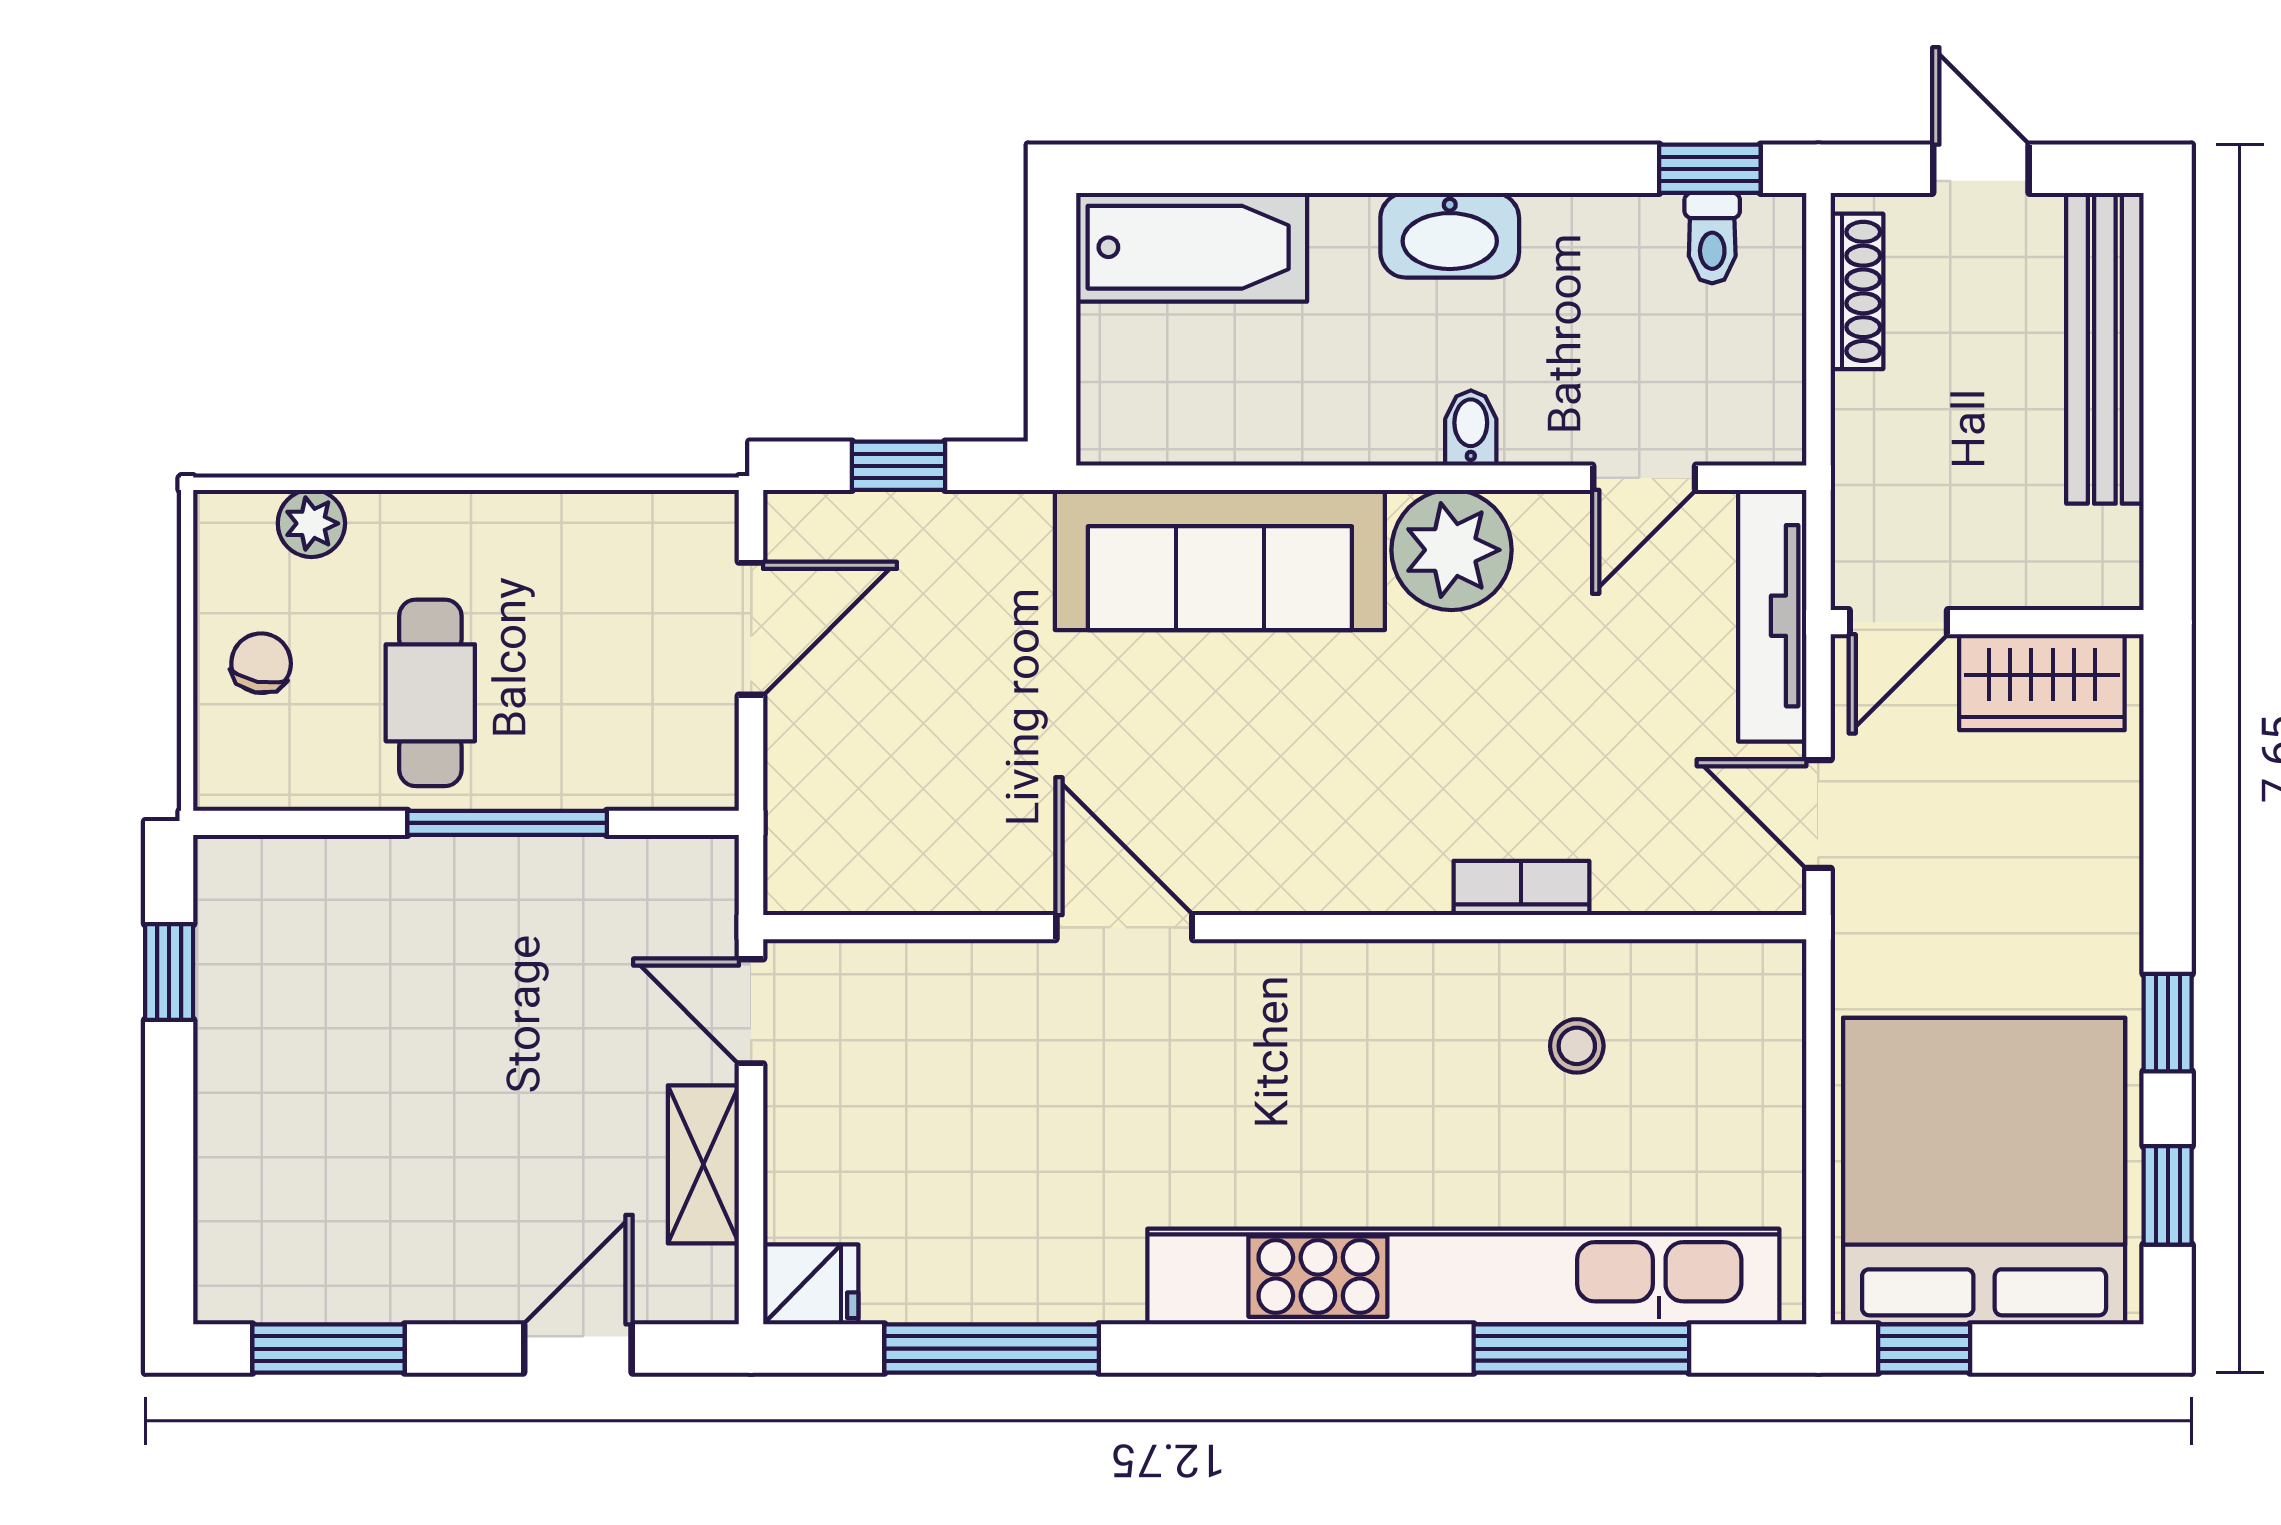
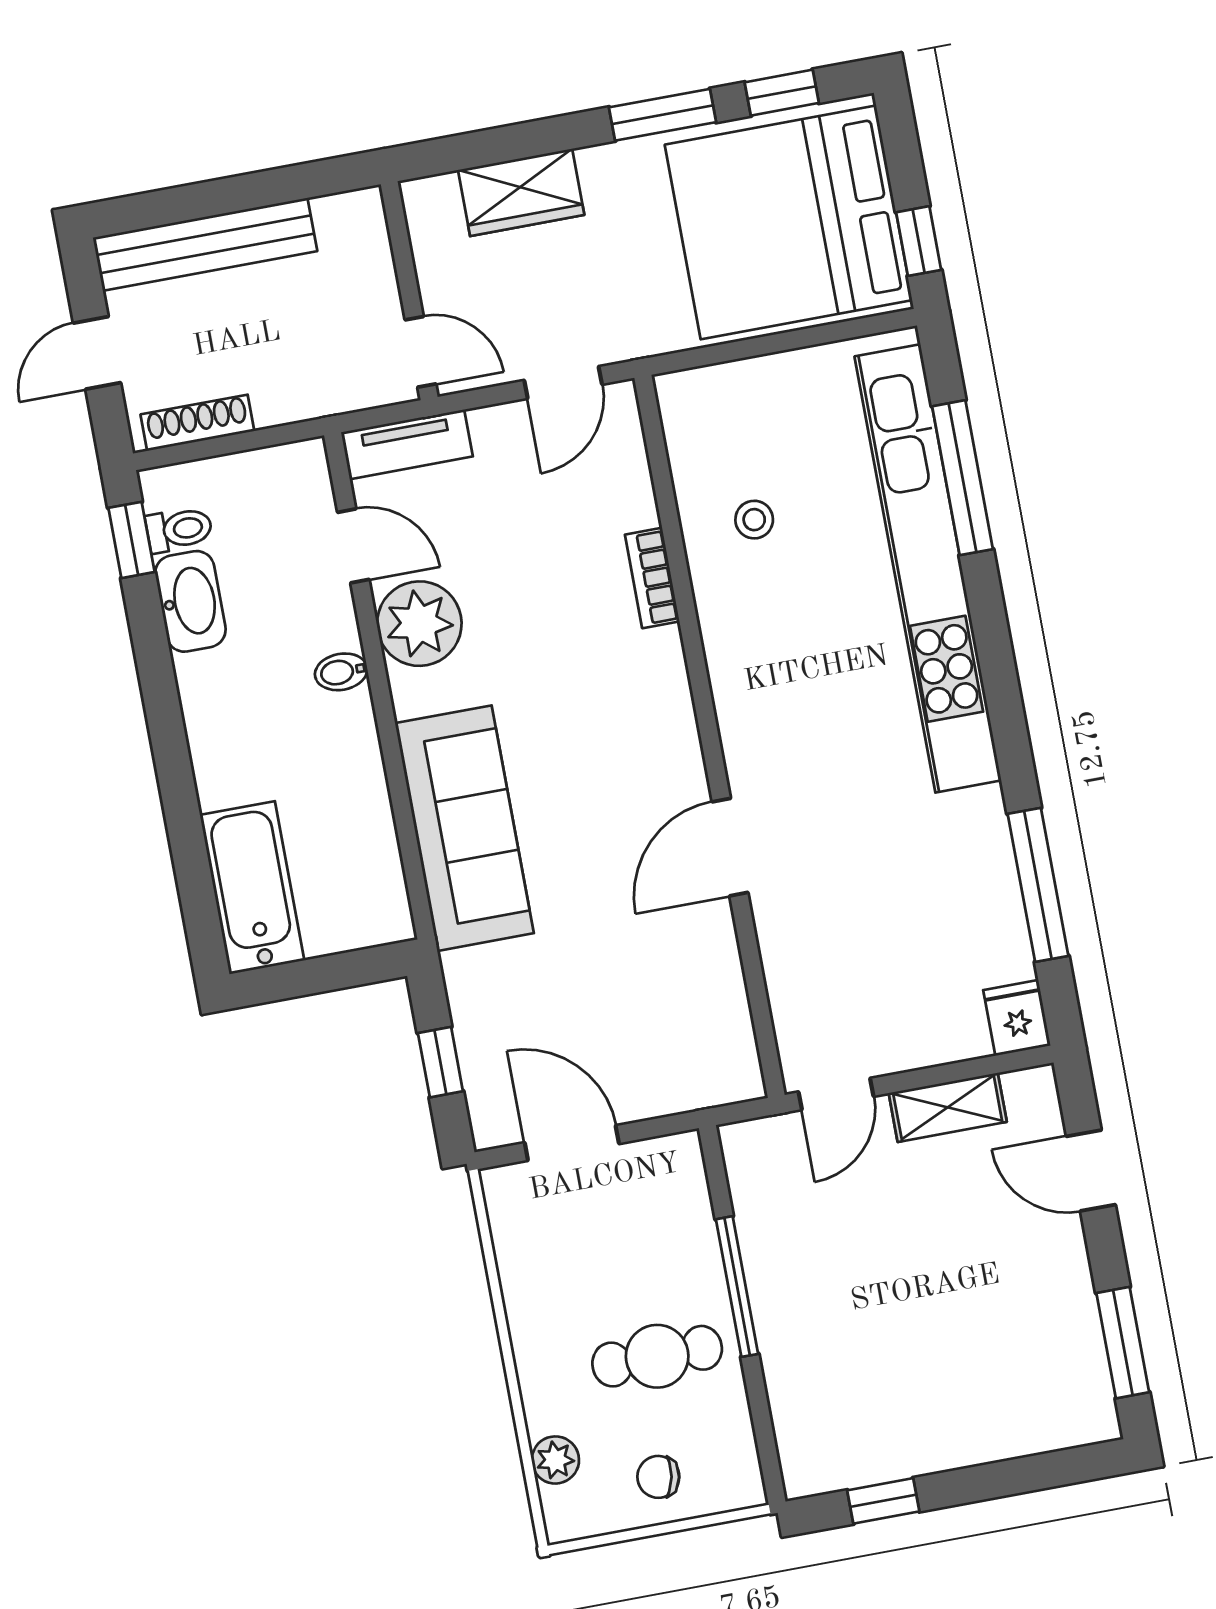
washbasin: (1450, 235) -> (190, 601), moved
plant: (1452, 550) -> (419, 624), moved
tv unit: (1772, 616) -> (407, 444), width x0.71
wardrobe: (2042, 682) -> (521, 192), moved, turned 90
window: (2168, 1023) -> (662, 115), width x1.50

